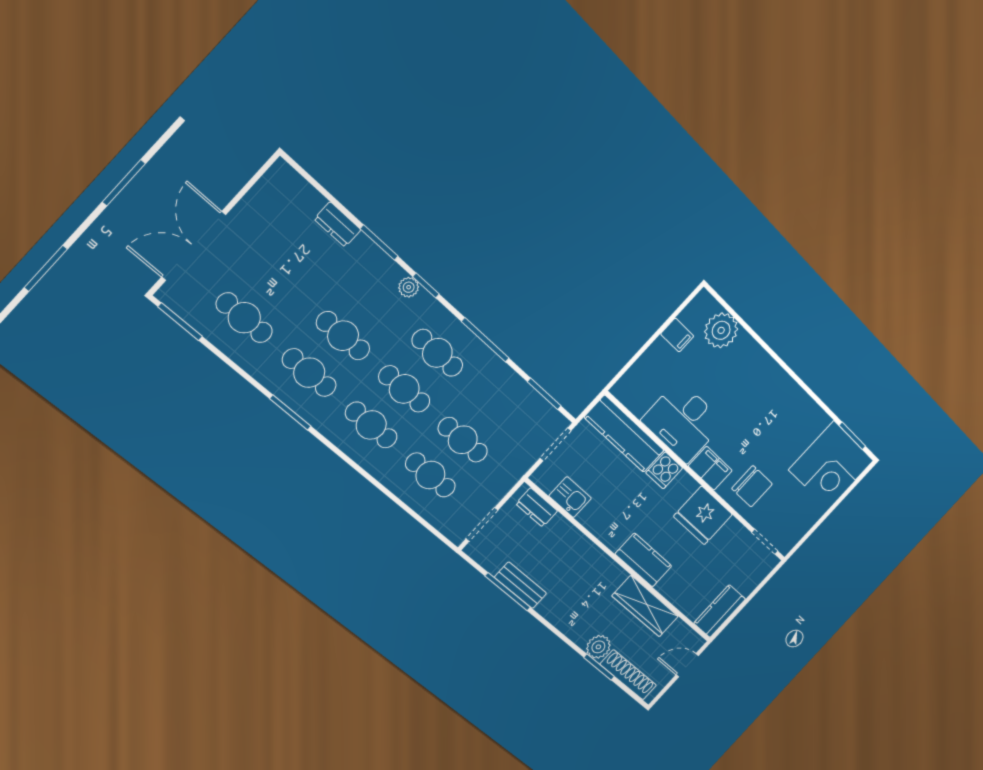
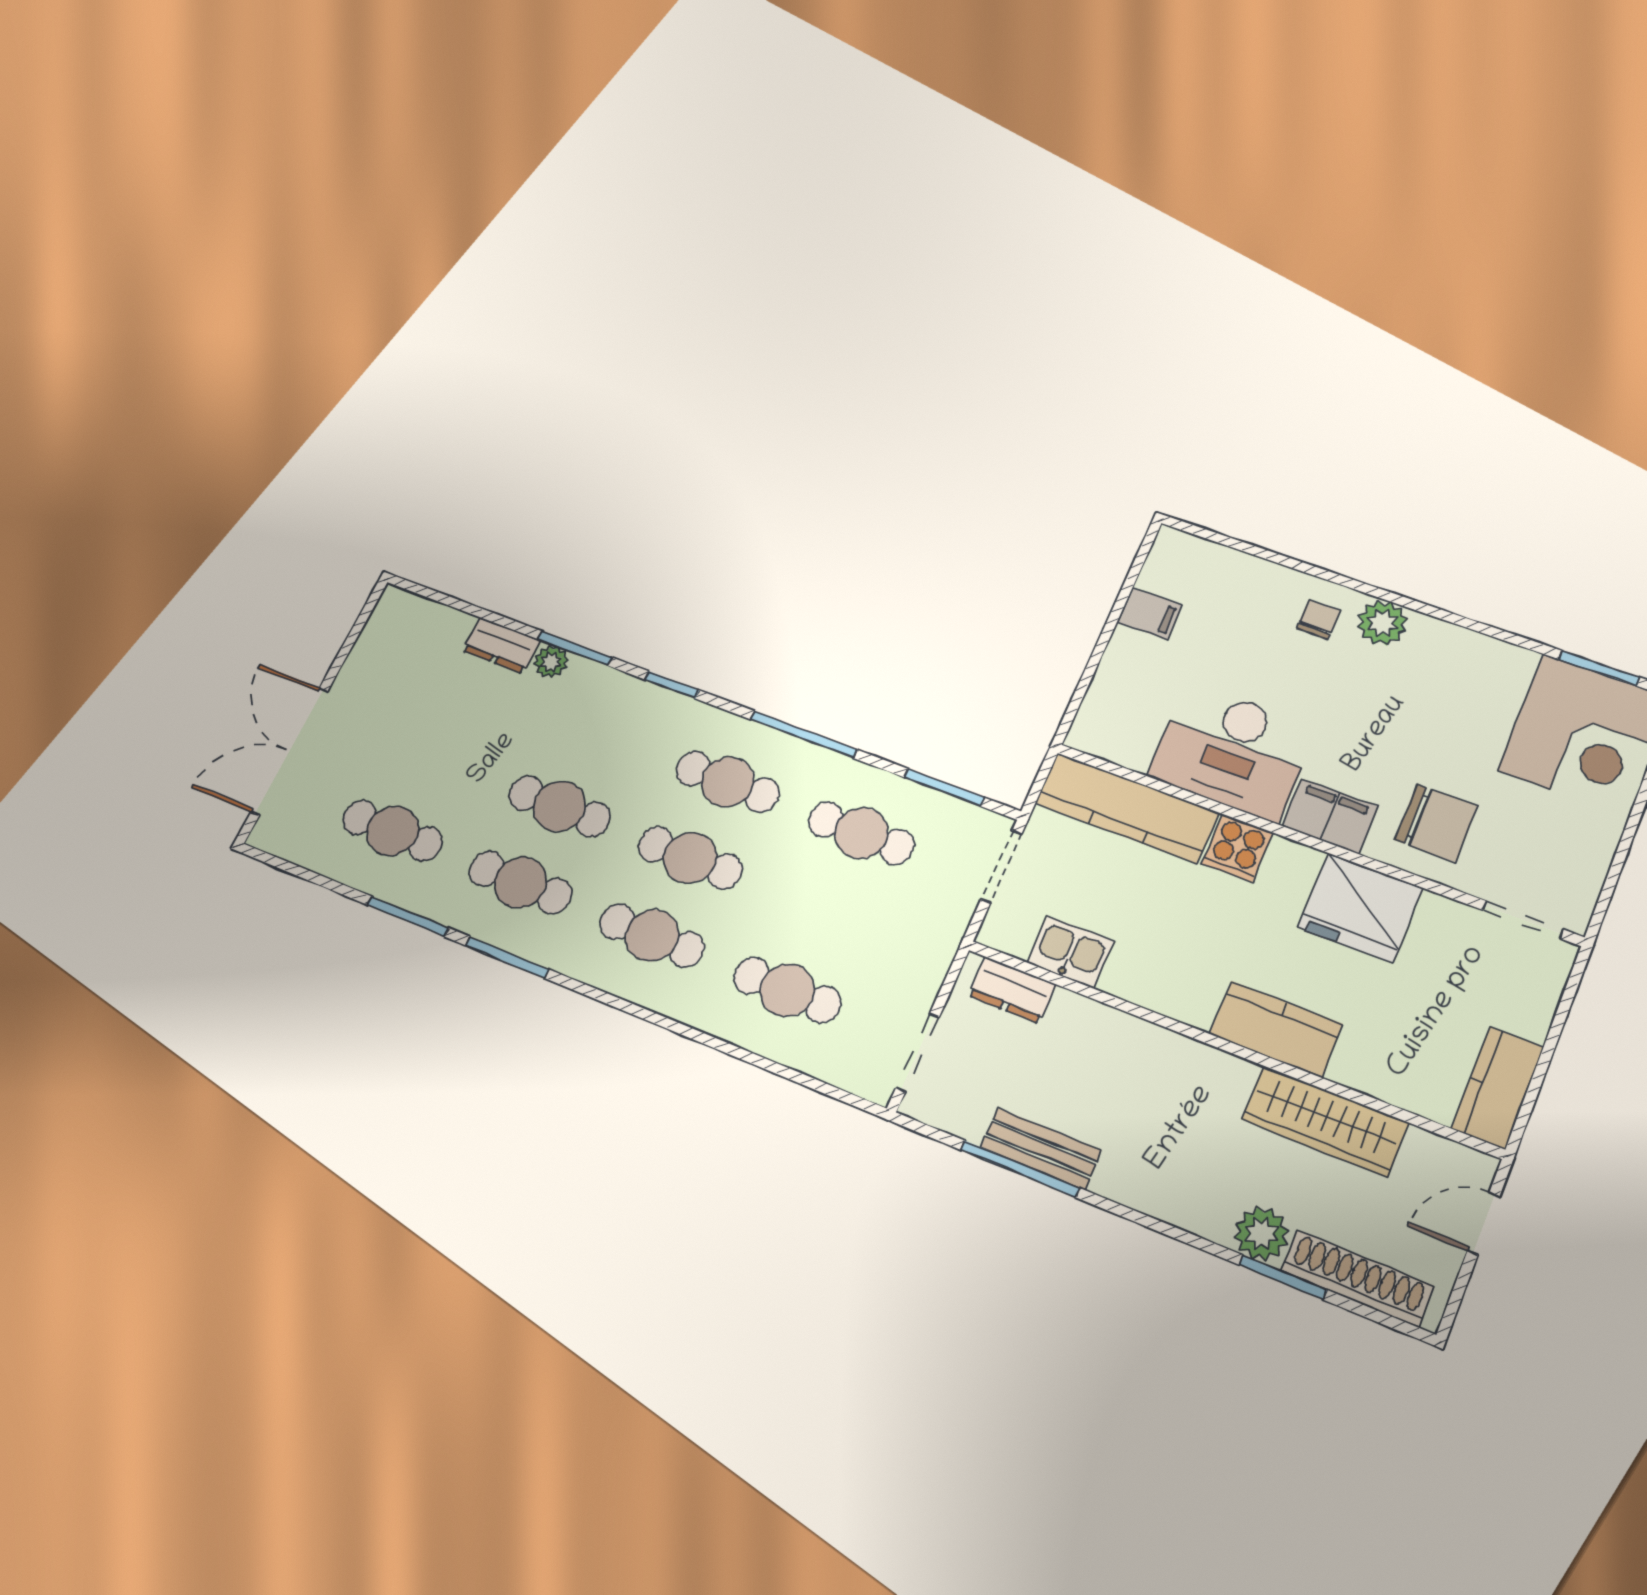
plant: (409, 287) -> (551, 662), moved
window: (180, 322) -> (408, 916), moved
plant: (721, 330) -> (1382, 623), moved, width x0.73, depth x0.73
chair: (750, 367) -> (1318, 619), added
cafe table: (463, 440) -> (861, 833), moved

